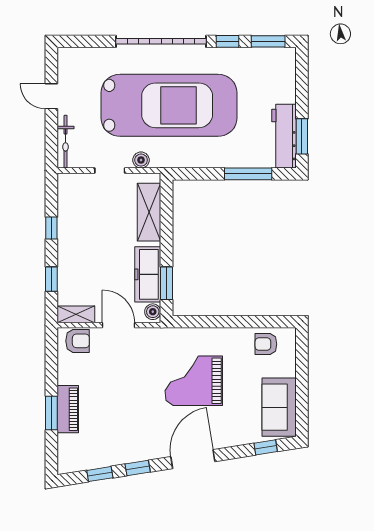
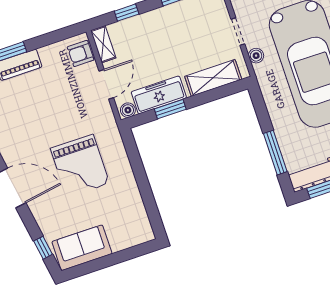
window: (167, 283) -> (170, 109), moved
armchair: (78, 341) -> (81, 53), turned 90
armchair: (266, 344) -> (133, 218), removed
grand piano: (194, 381) -> (80, 166), turned 180

